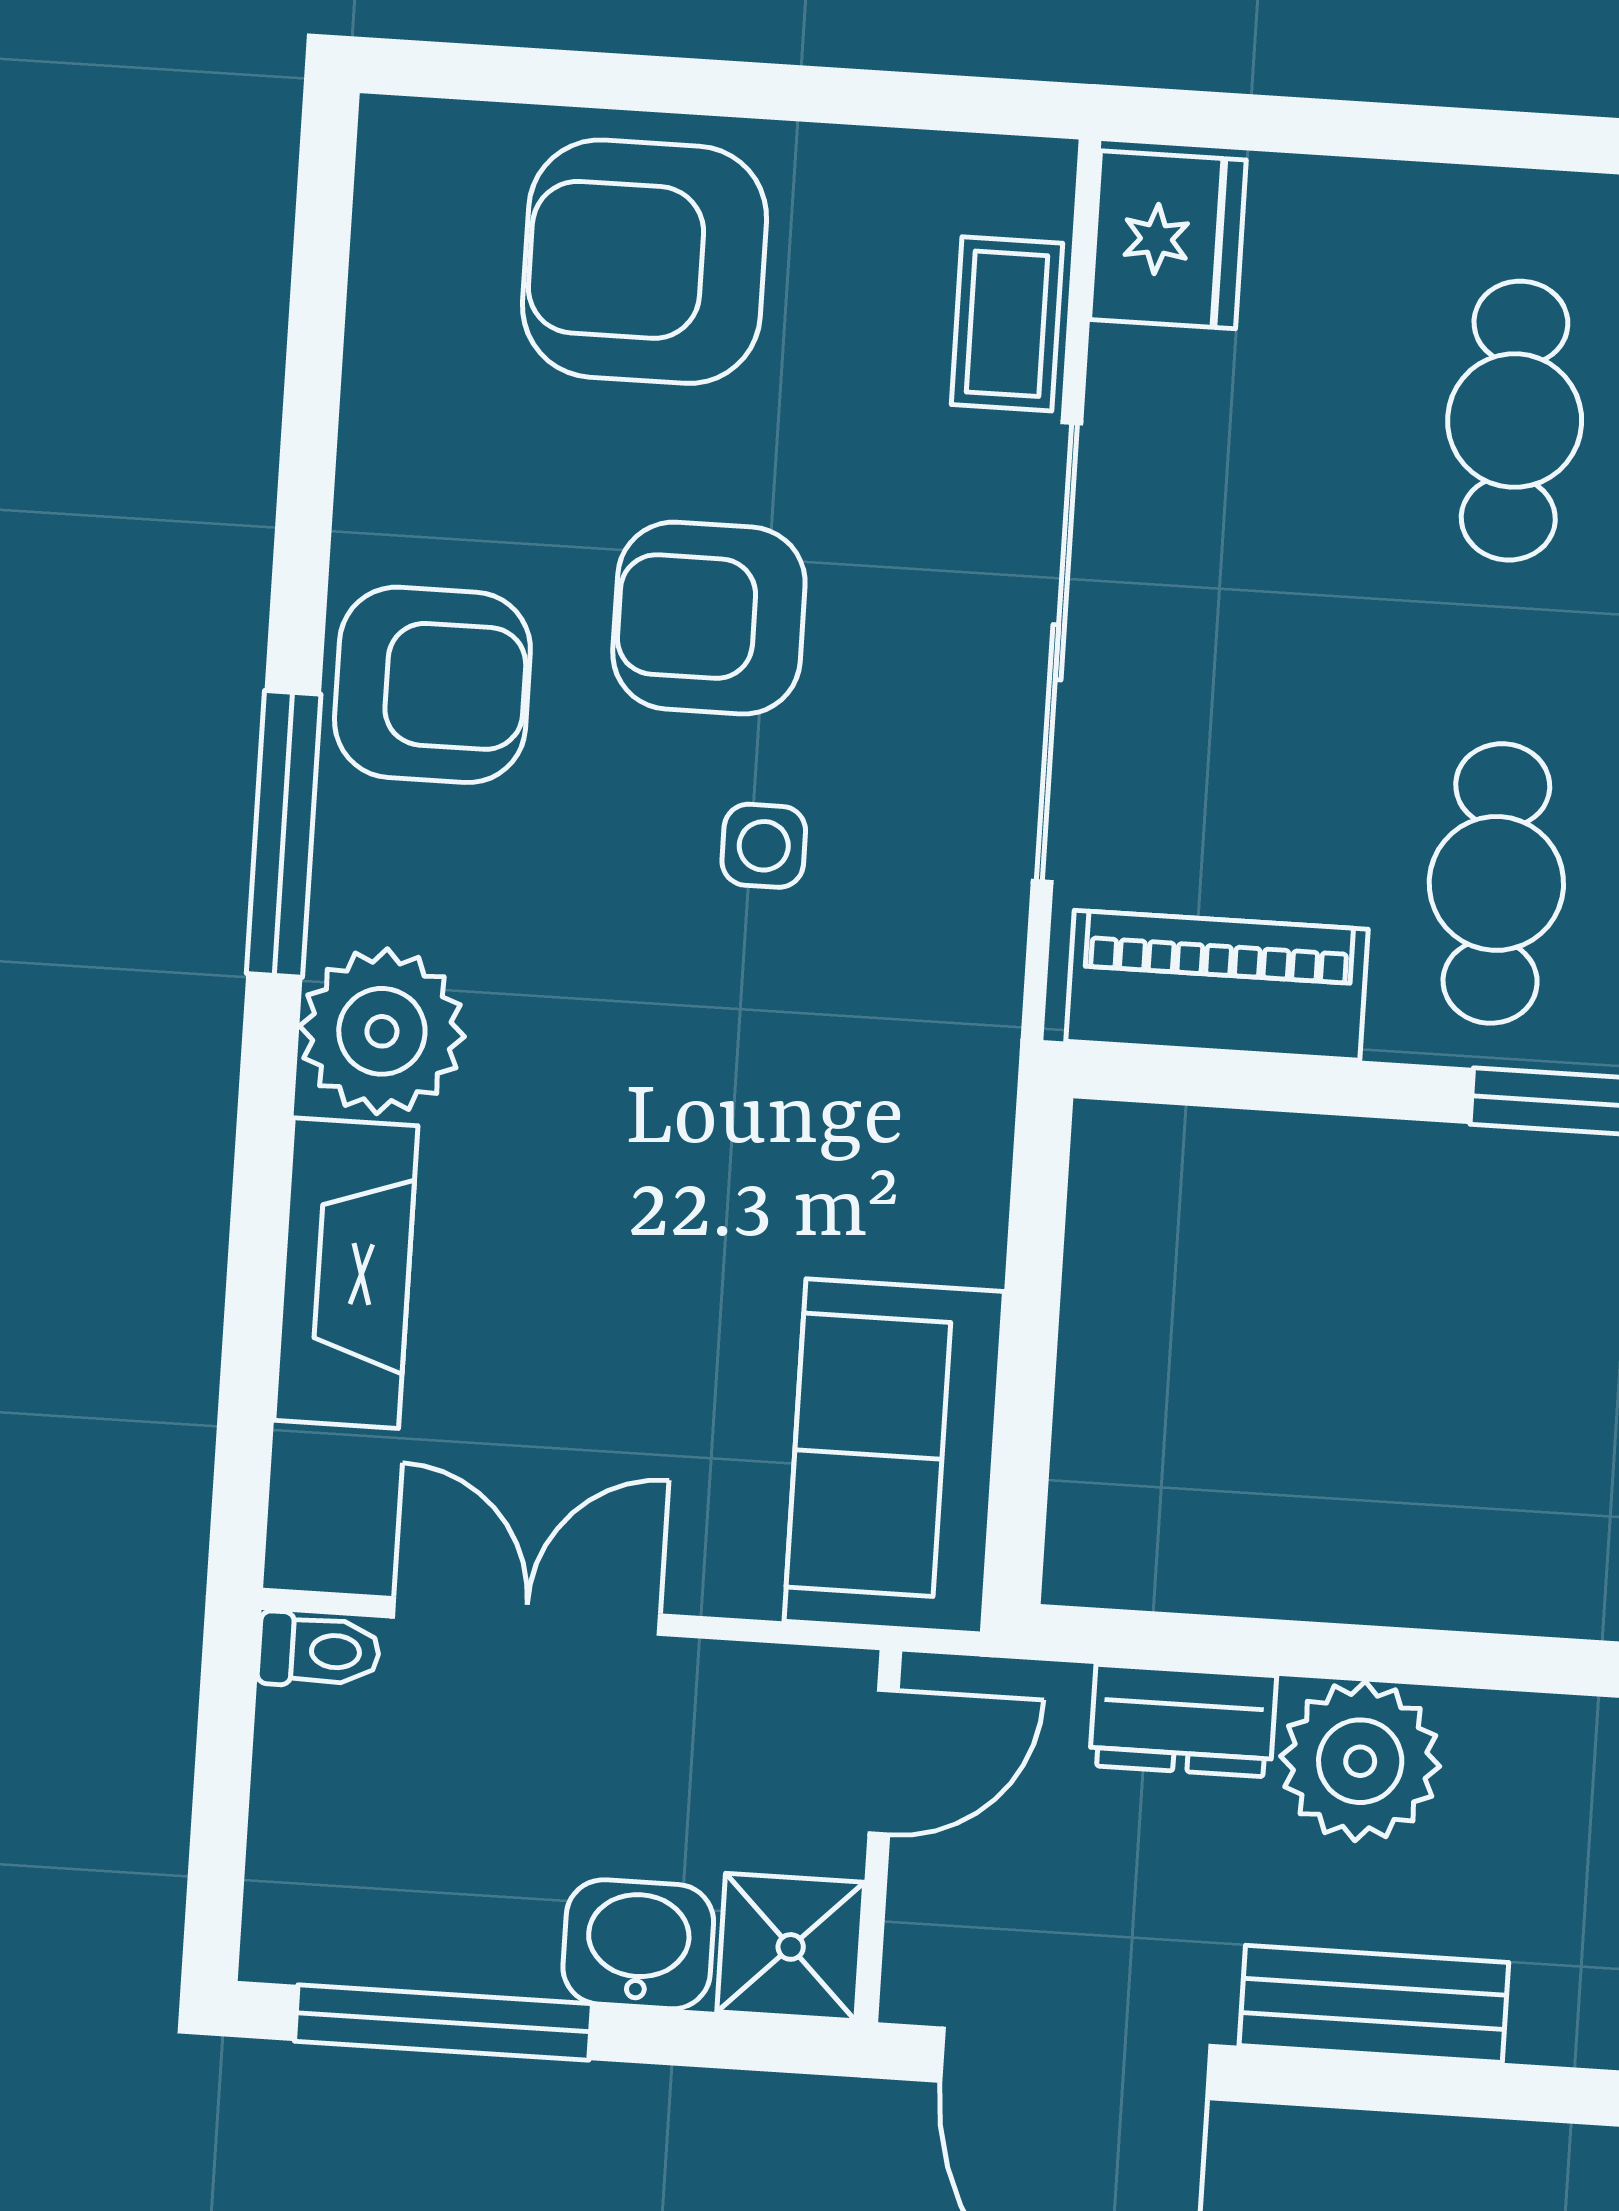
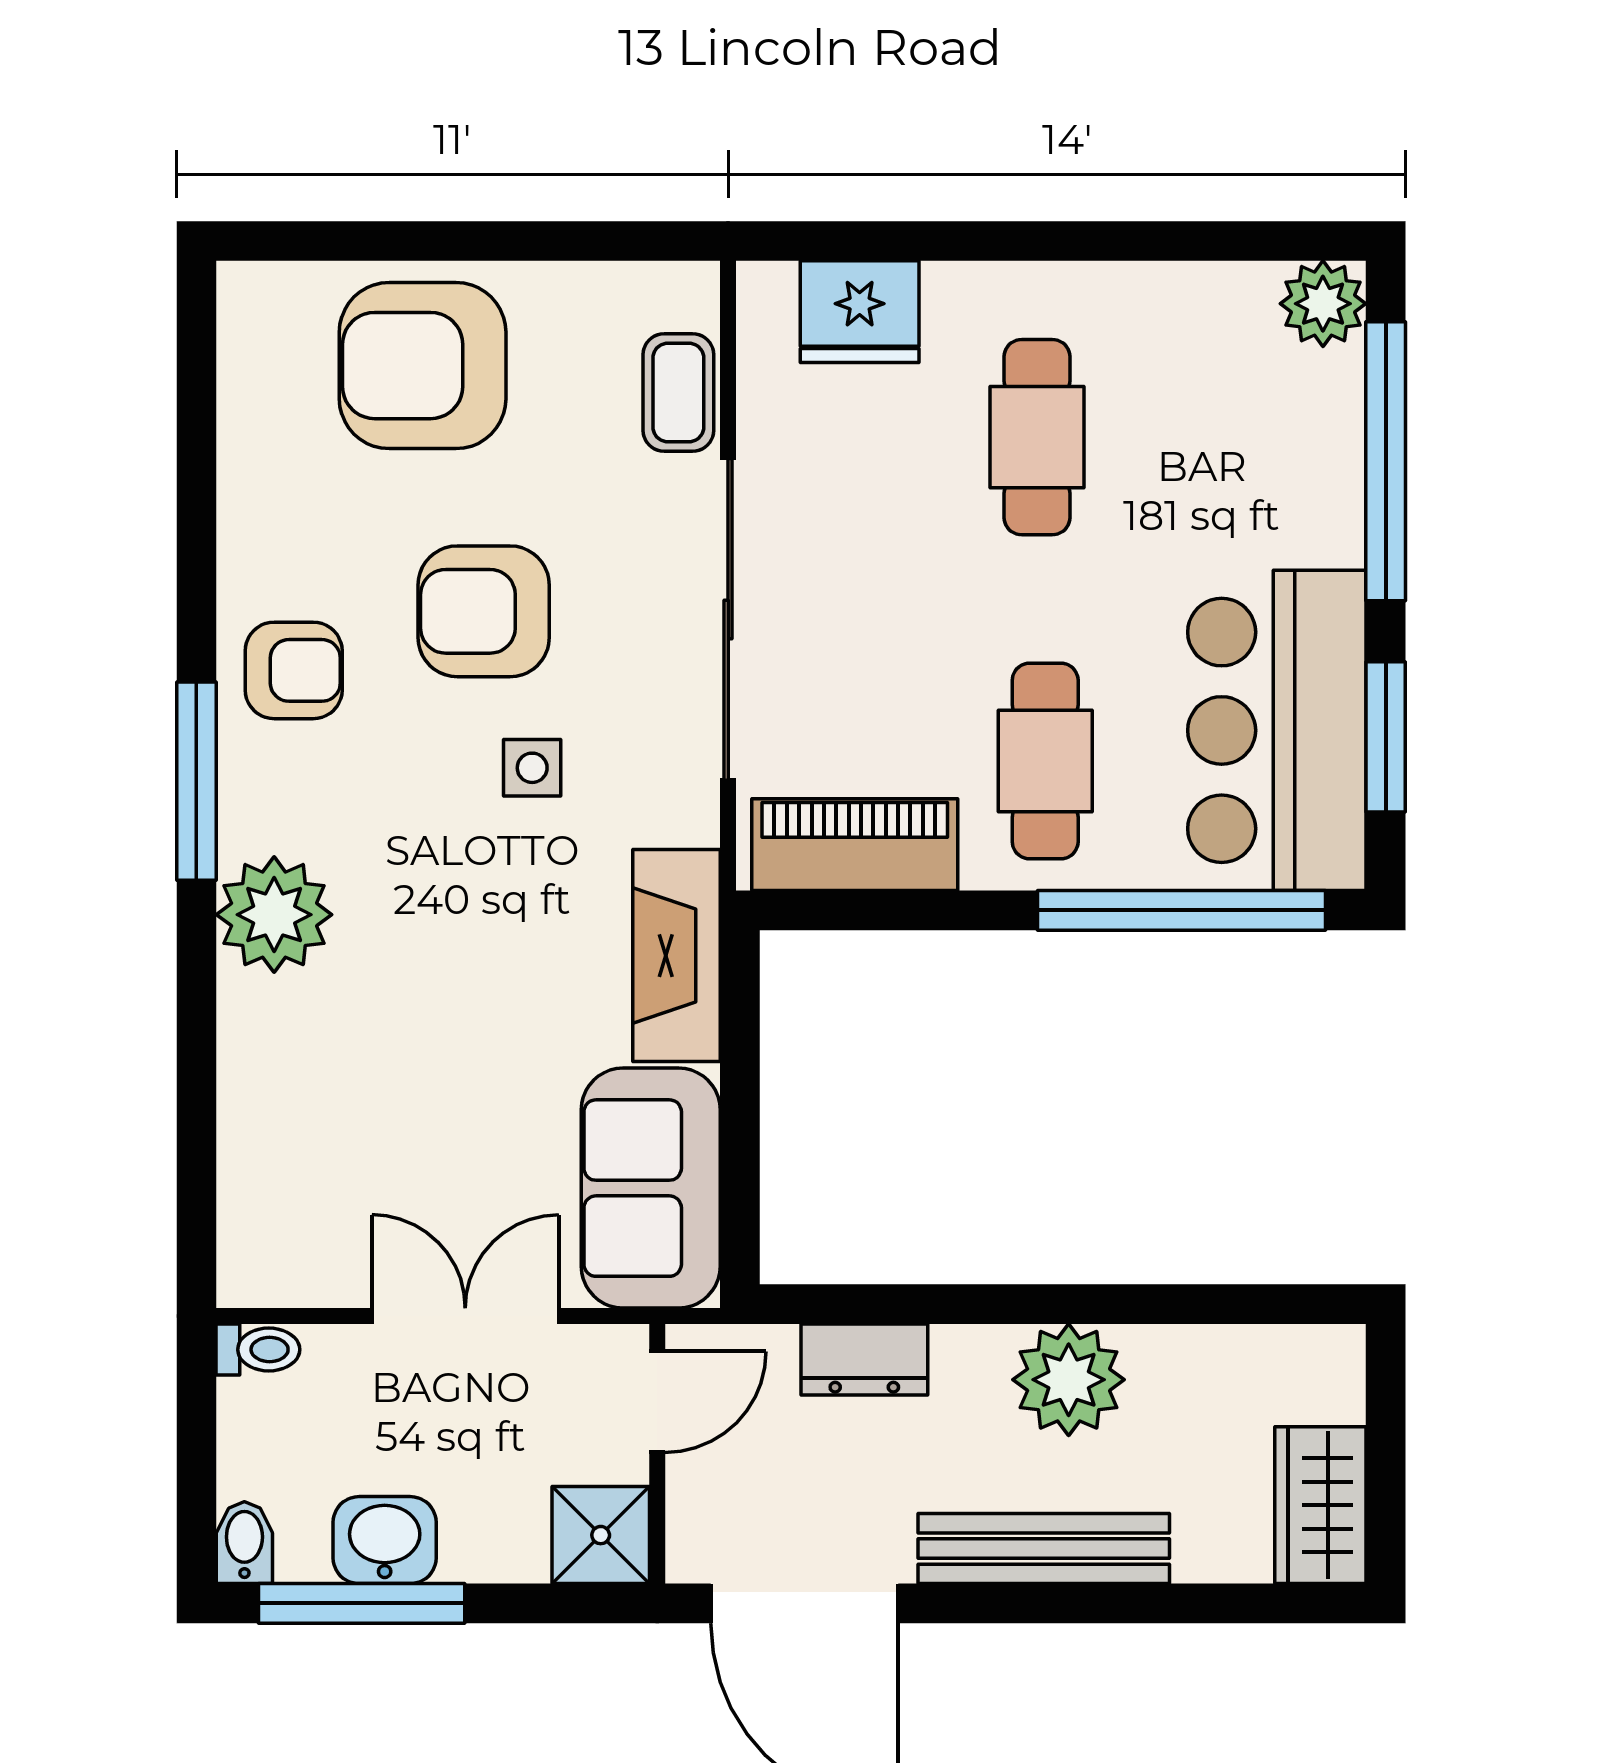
fridge: (1168, 240) -> (860, 312), moved, turned 90
armchair: (432, 685) -> (294, 670), width x0.72, depth x0.72
fireplace: (346, 1273) -> (677, 956), moved, turned 180
double door: (527, 1616) -> (465, 1316), moved
plant: (1360, 1761) -> (1069, 1380), moved
bidet: (282, 1925) -> (244, 1543), added
washbasin: (638, 1944) -> (385, 1540), moved
bench: (1374, 2004) -> (1044, 1549), width x1.36

